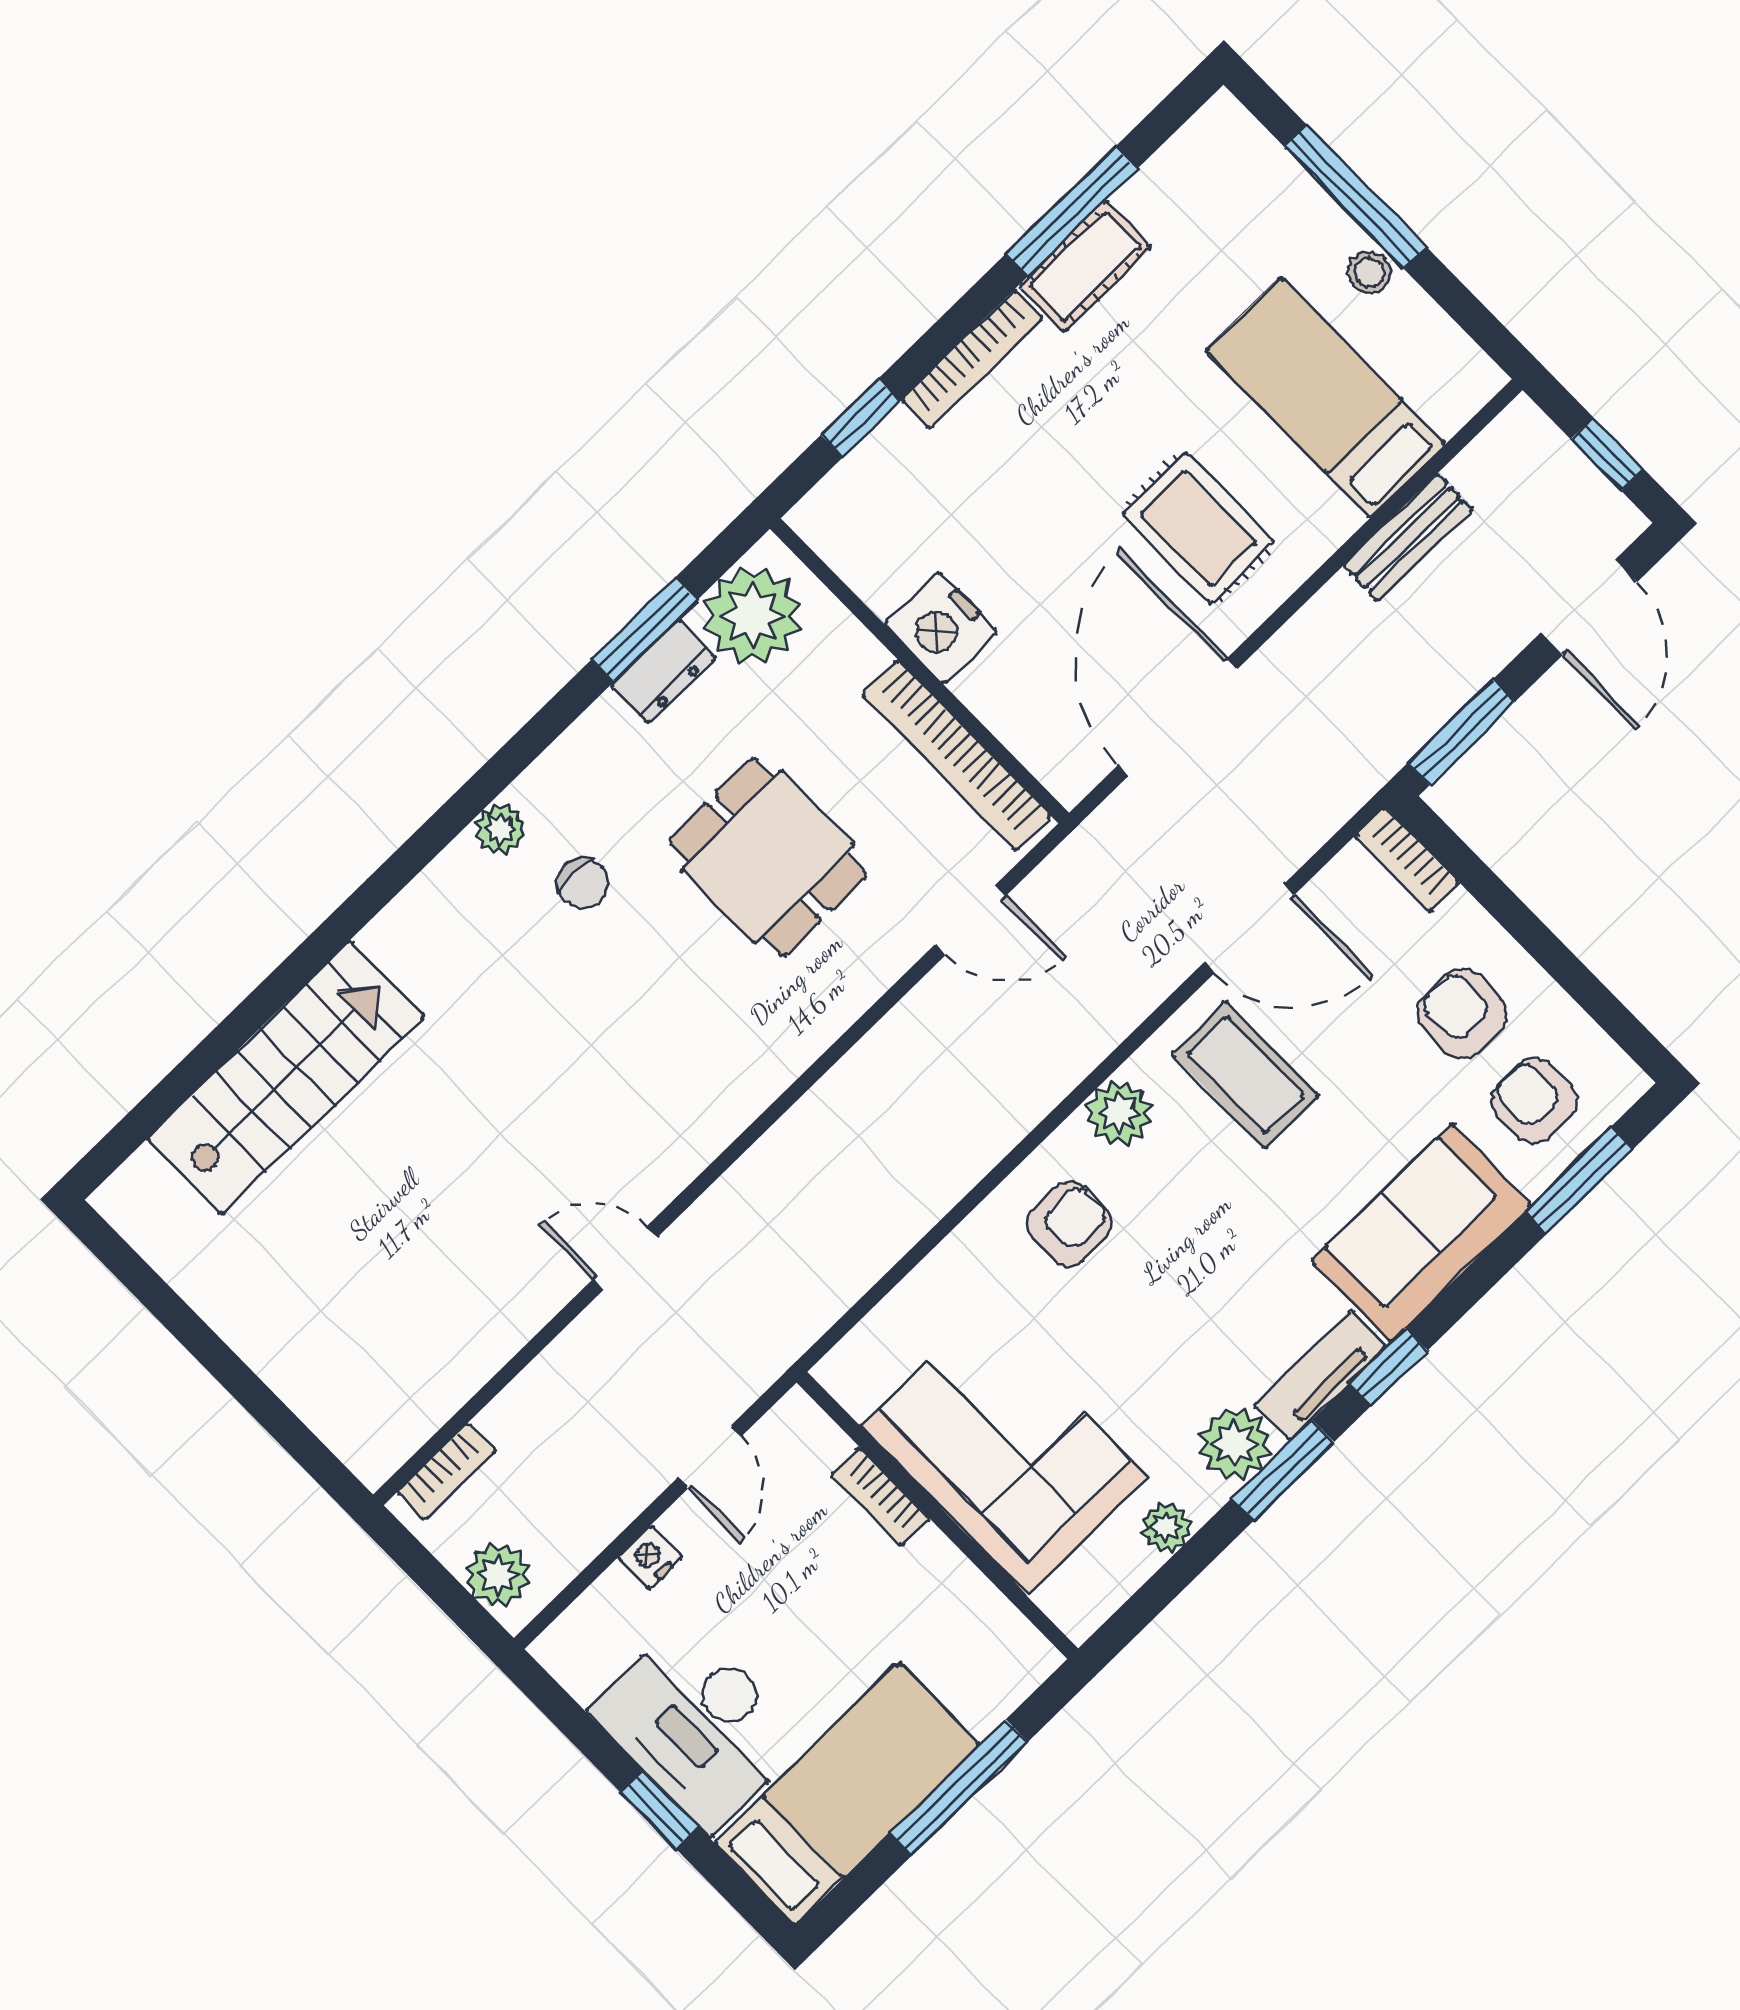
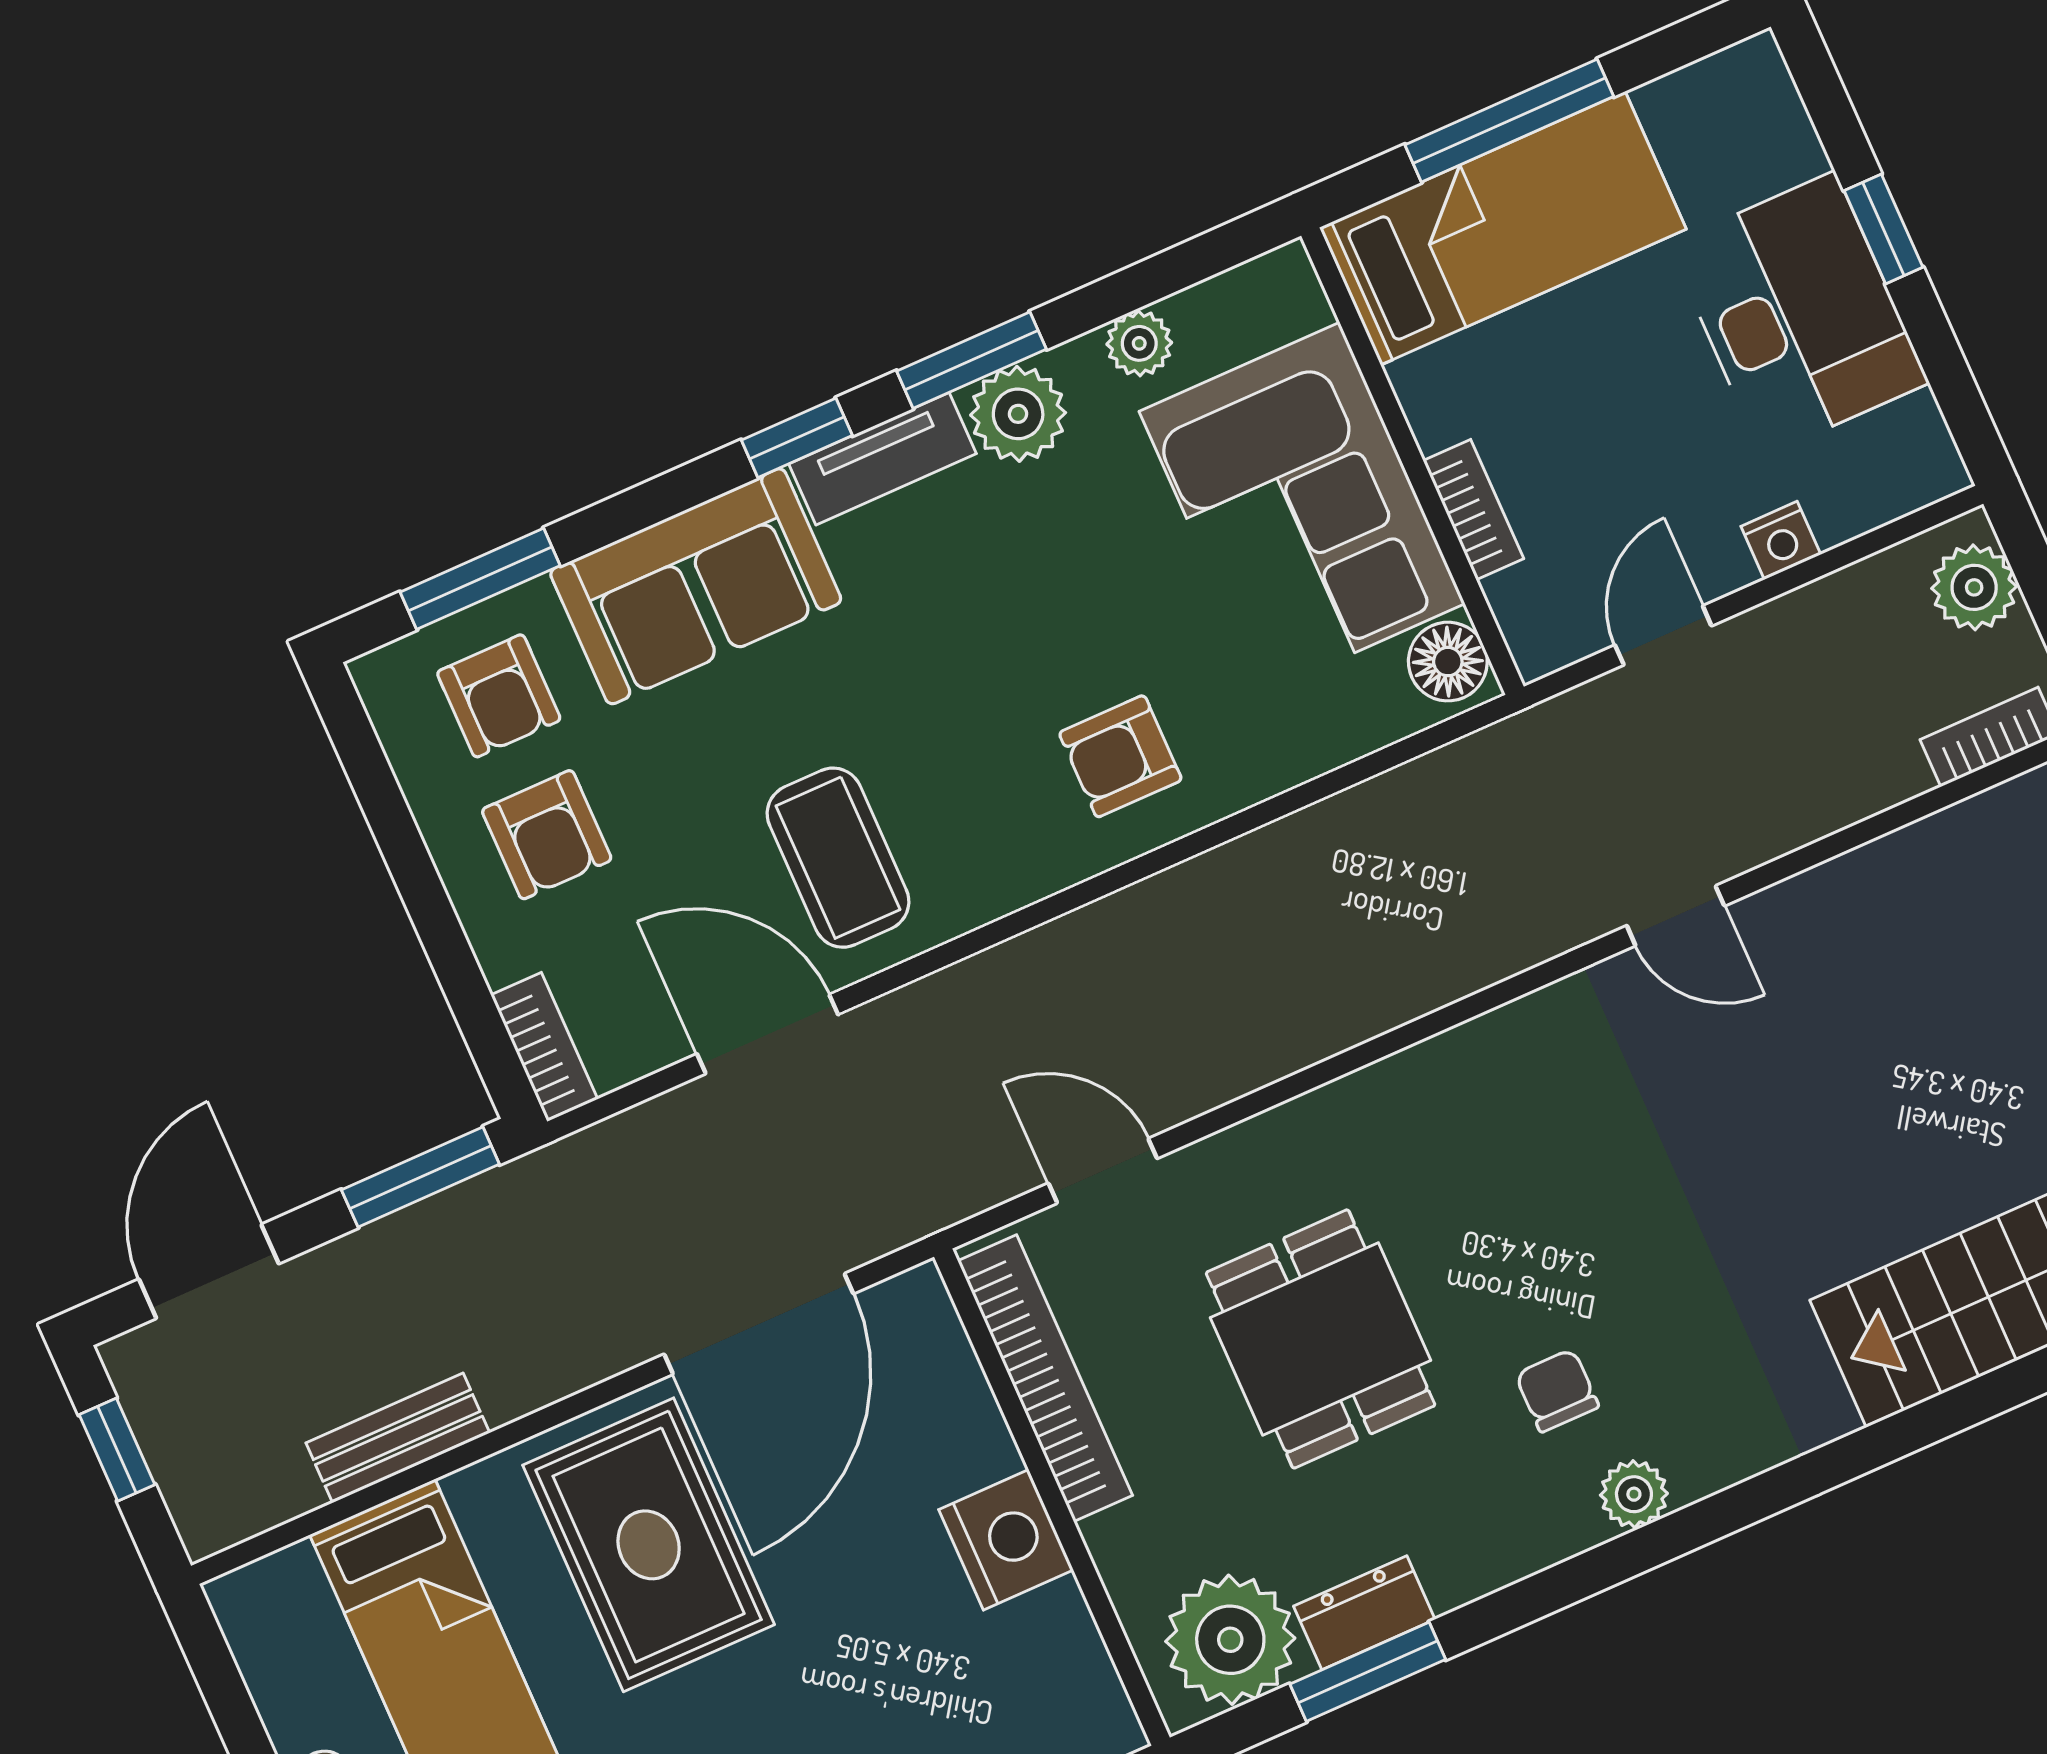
rug: (1198, 528) -> (649, 1545), width x1.36, depth x1.43
plant: (1119, 1113) -> (1009, 869), removed
floor lamp: (858, 1380) -> (1448, 662), added
bed: (847, 1794) -> (1503, 228), moved, turned 180

